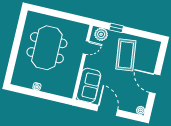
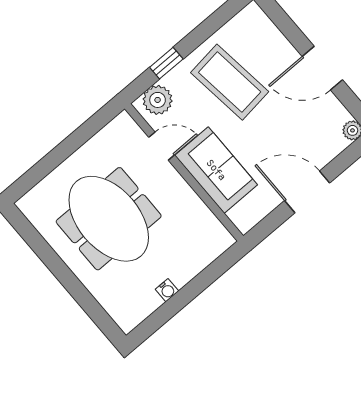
door: (86, 48) -> (162, 146), hinge flipped
sofa: (89, 85) -> (216, 170), moved

